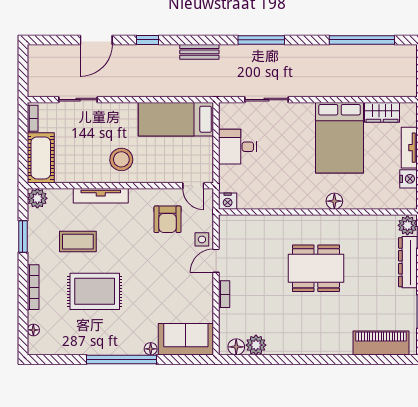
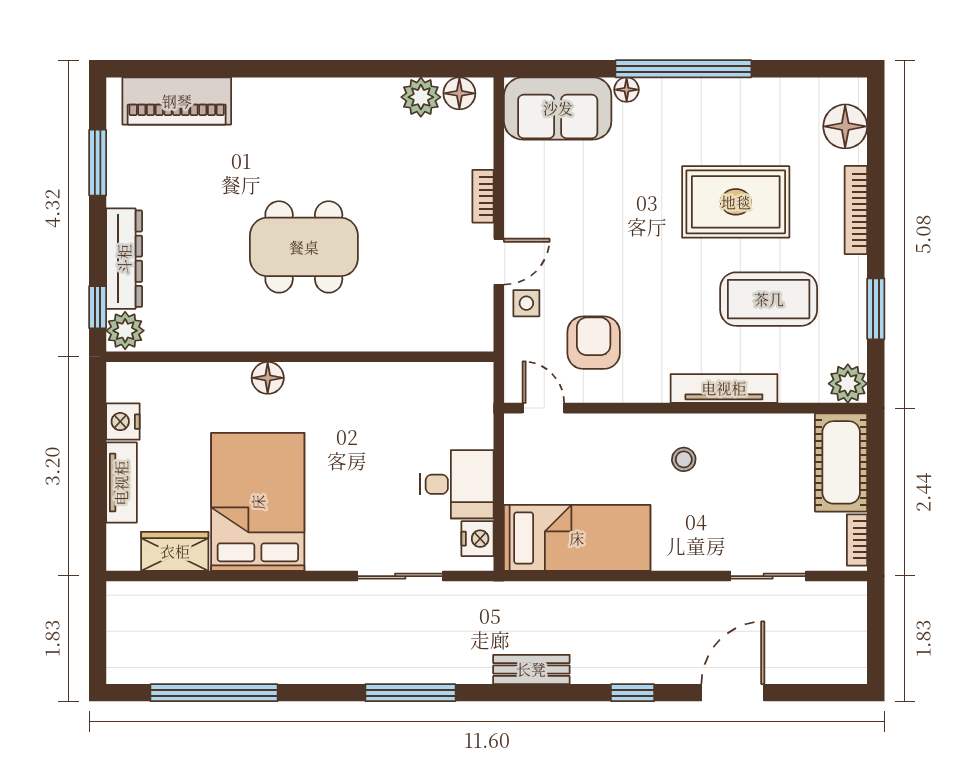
stool: (121, 159) -> (684, 459), width x0.53, depth x0.53
nightstand: (228, 201) -> (478, 539), moved, turned 90
coffee table: (78, 242) -> (769, 299), width x1.36, depth x1.32
floor lamp: (33, 330) -> (845, 126), width x1.89, depth x1.89

